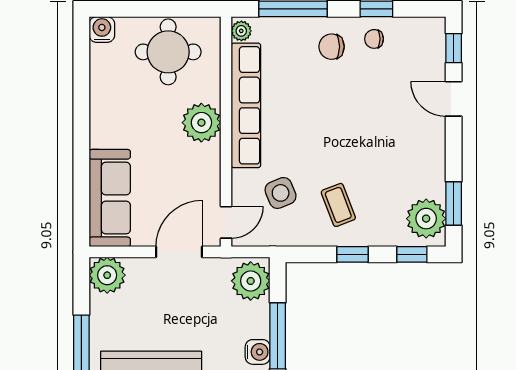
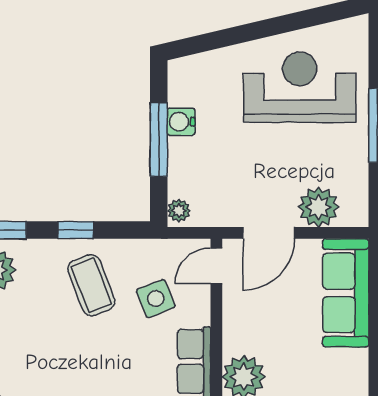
coffee table: (338, 205) -> (91, 285), width x1.36, depth x1.30
plant: (107, 275) -> (319, 207), moved
plant: (251, 281) -> (179, 211), width x0.53, depth x0.53

